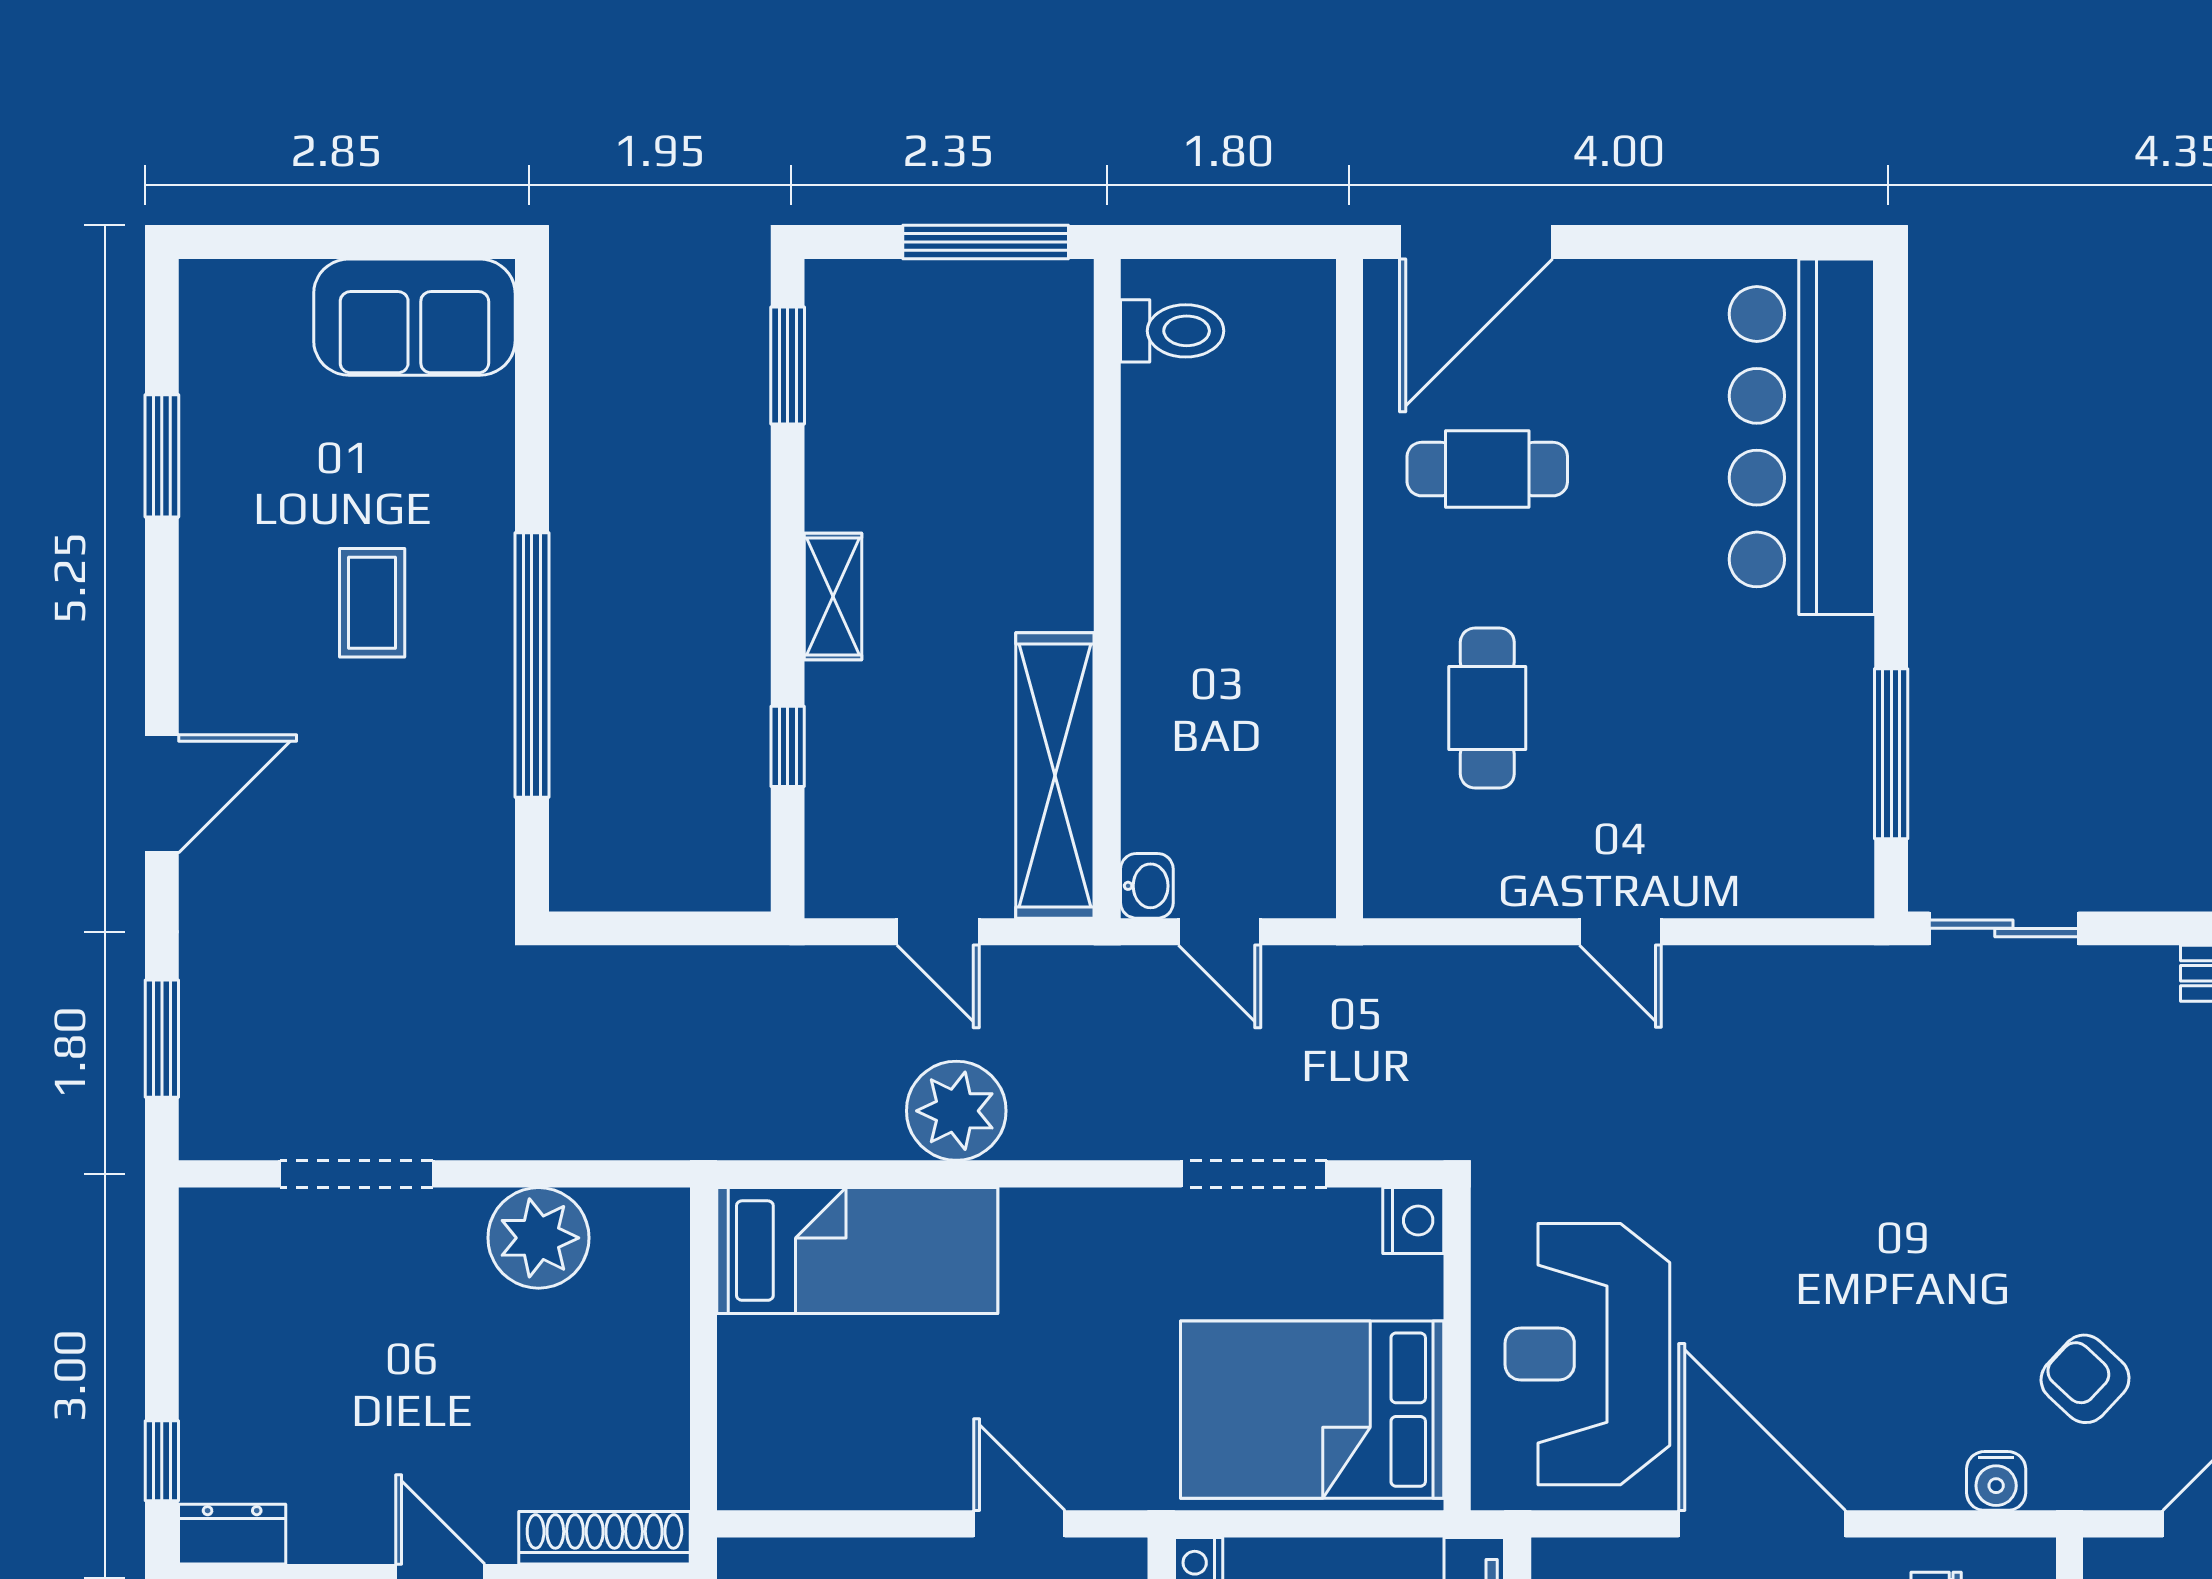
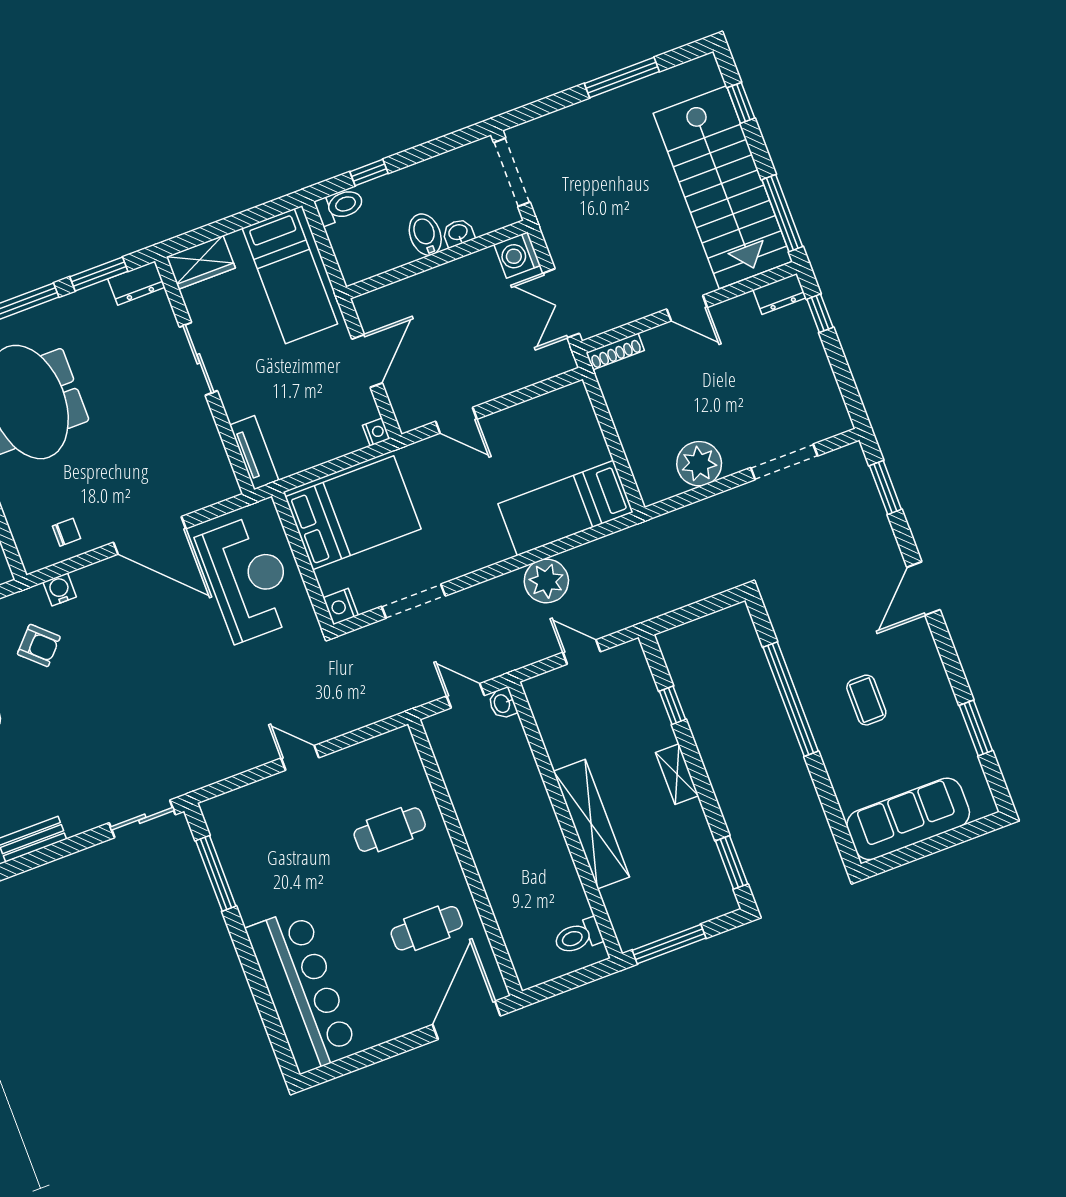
sofa: (414, 317) -> (908, 819), width x1.36
cafe table: (1487, 708) -> (390, 830), turned 90
shelving: (1055, 775) -> (591, 824), moved
shoe rack: (604, 1538) -> (615, 352), width x0.74, depth x0.81

